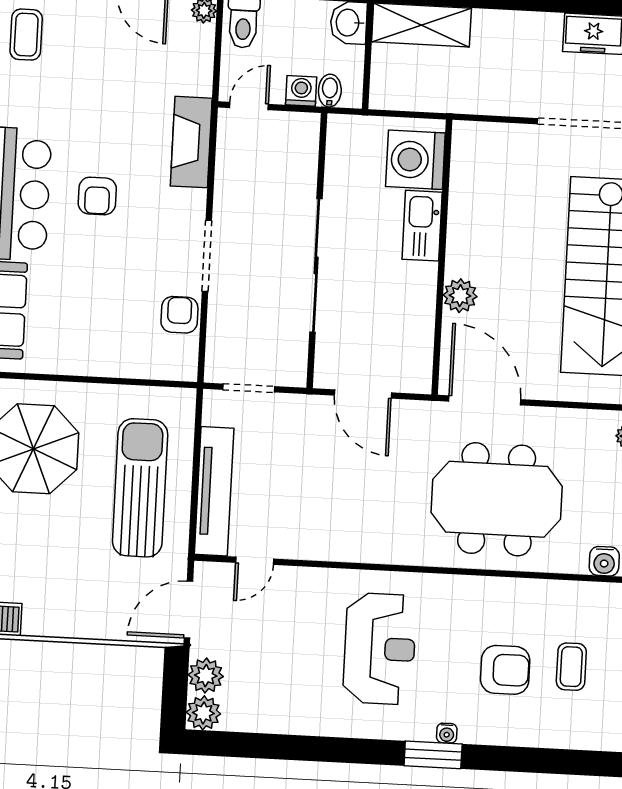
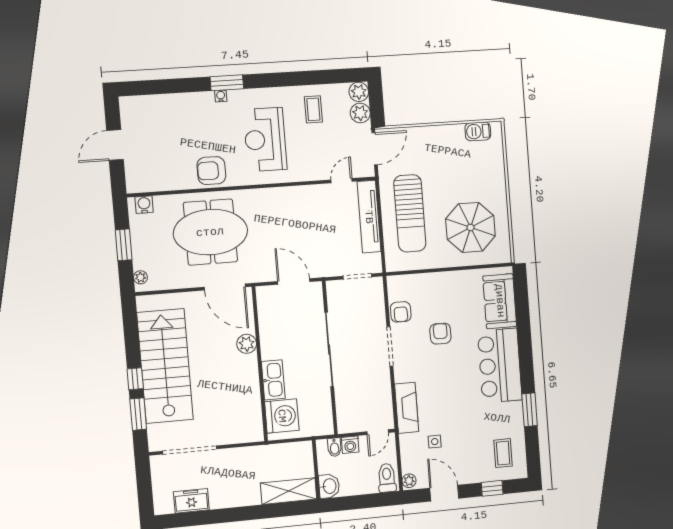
side table: (148, 74) -> (435, 442), added
armchair: (97, 196) -> (440, 334), moved
coffee table: (571, 667) -> (313, 109), moved
armchair: (505, 670) -> (211, 171), moved

